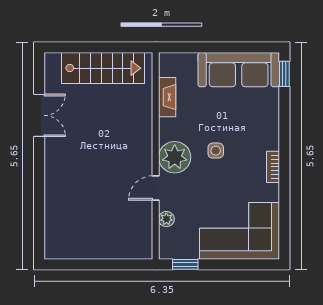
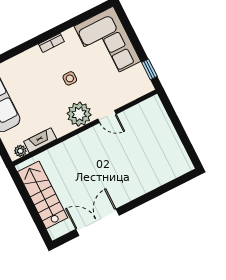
double door: (39, 115) -> (97, 222), width x1.37
side table: (216, 151) -> (70, 78), moved
plant: (166, 219) -> (20, 151), moved

